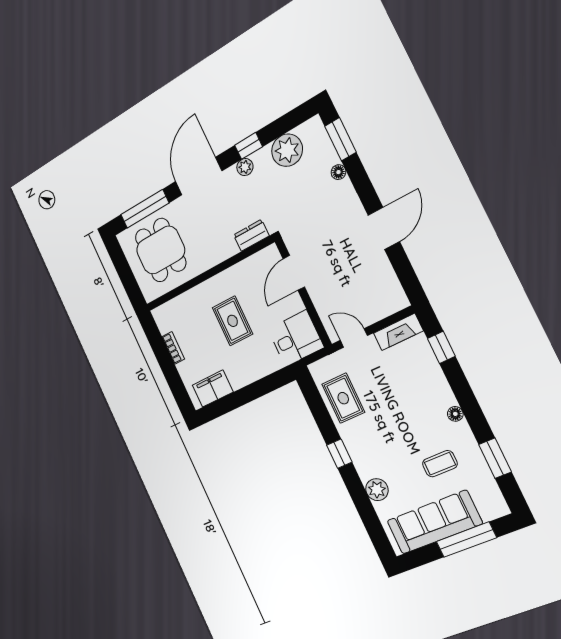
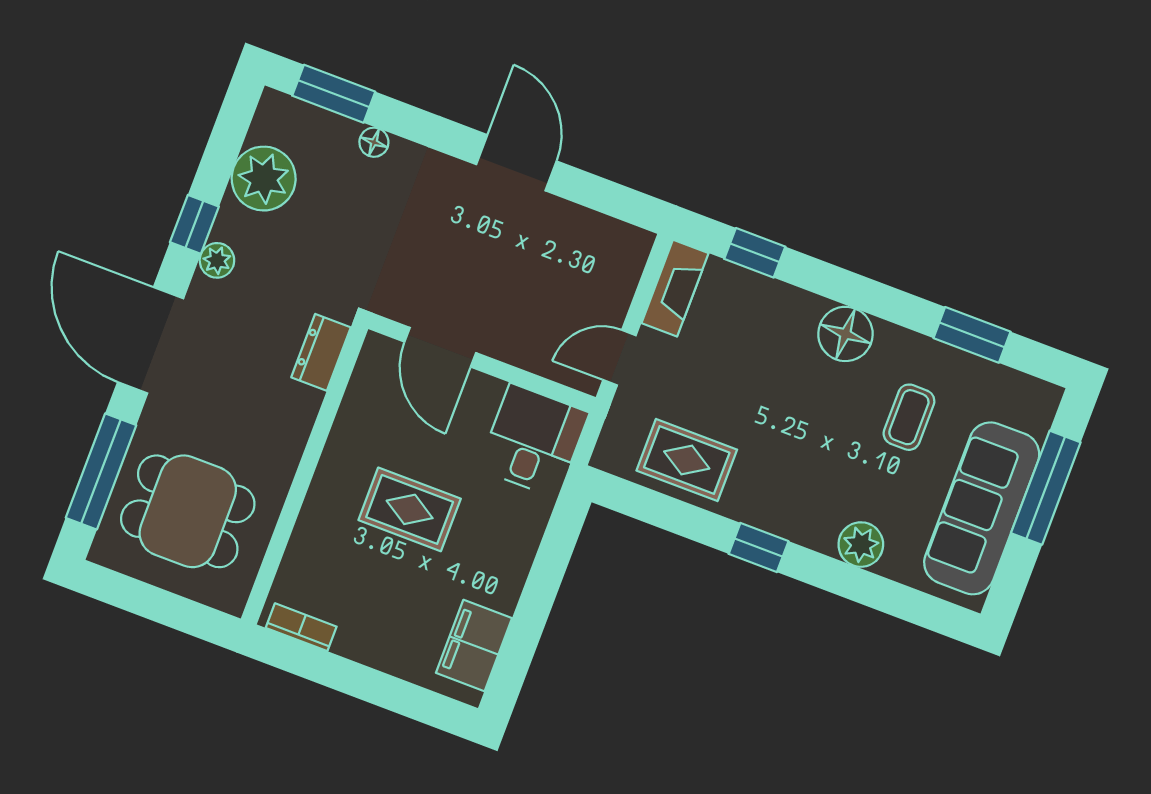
bookcase: (173, 348) -> (301, 627), moved
floor lamp: (455, 414) -> (845, 334), width x1.89, depth x1.89

